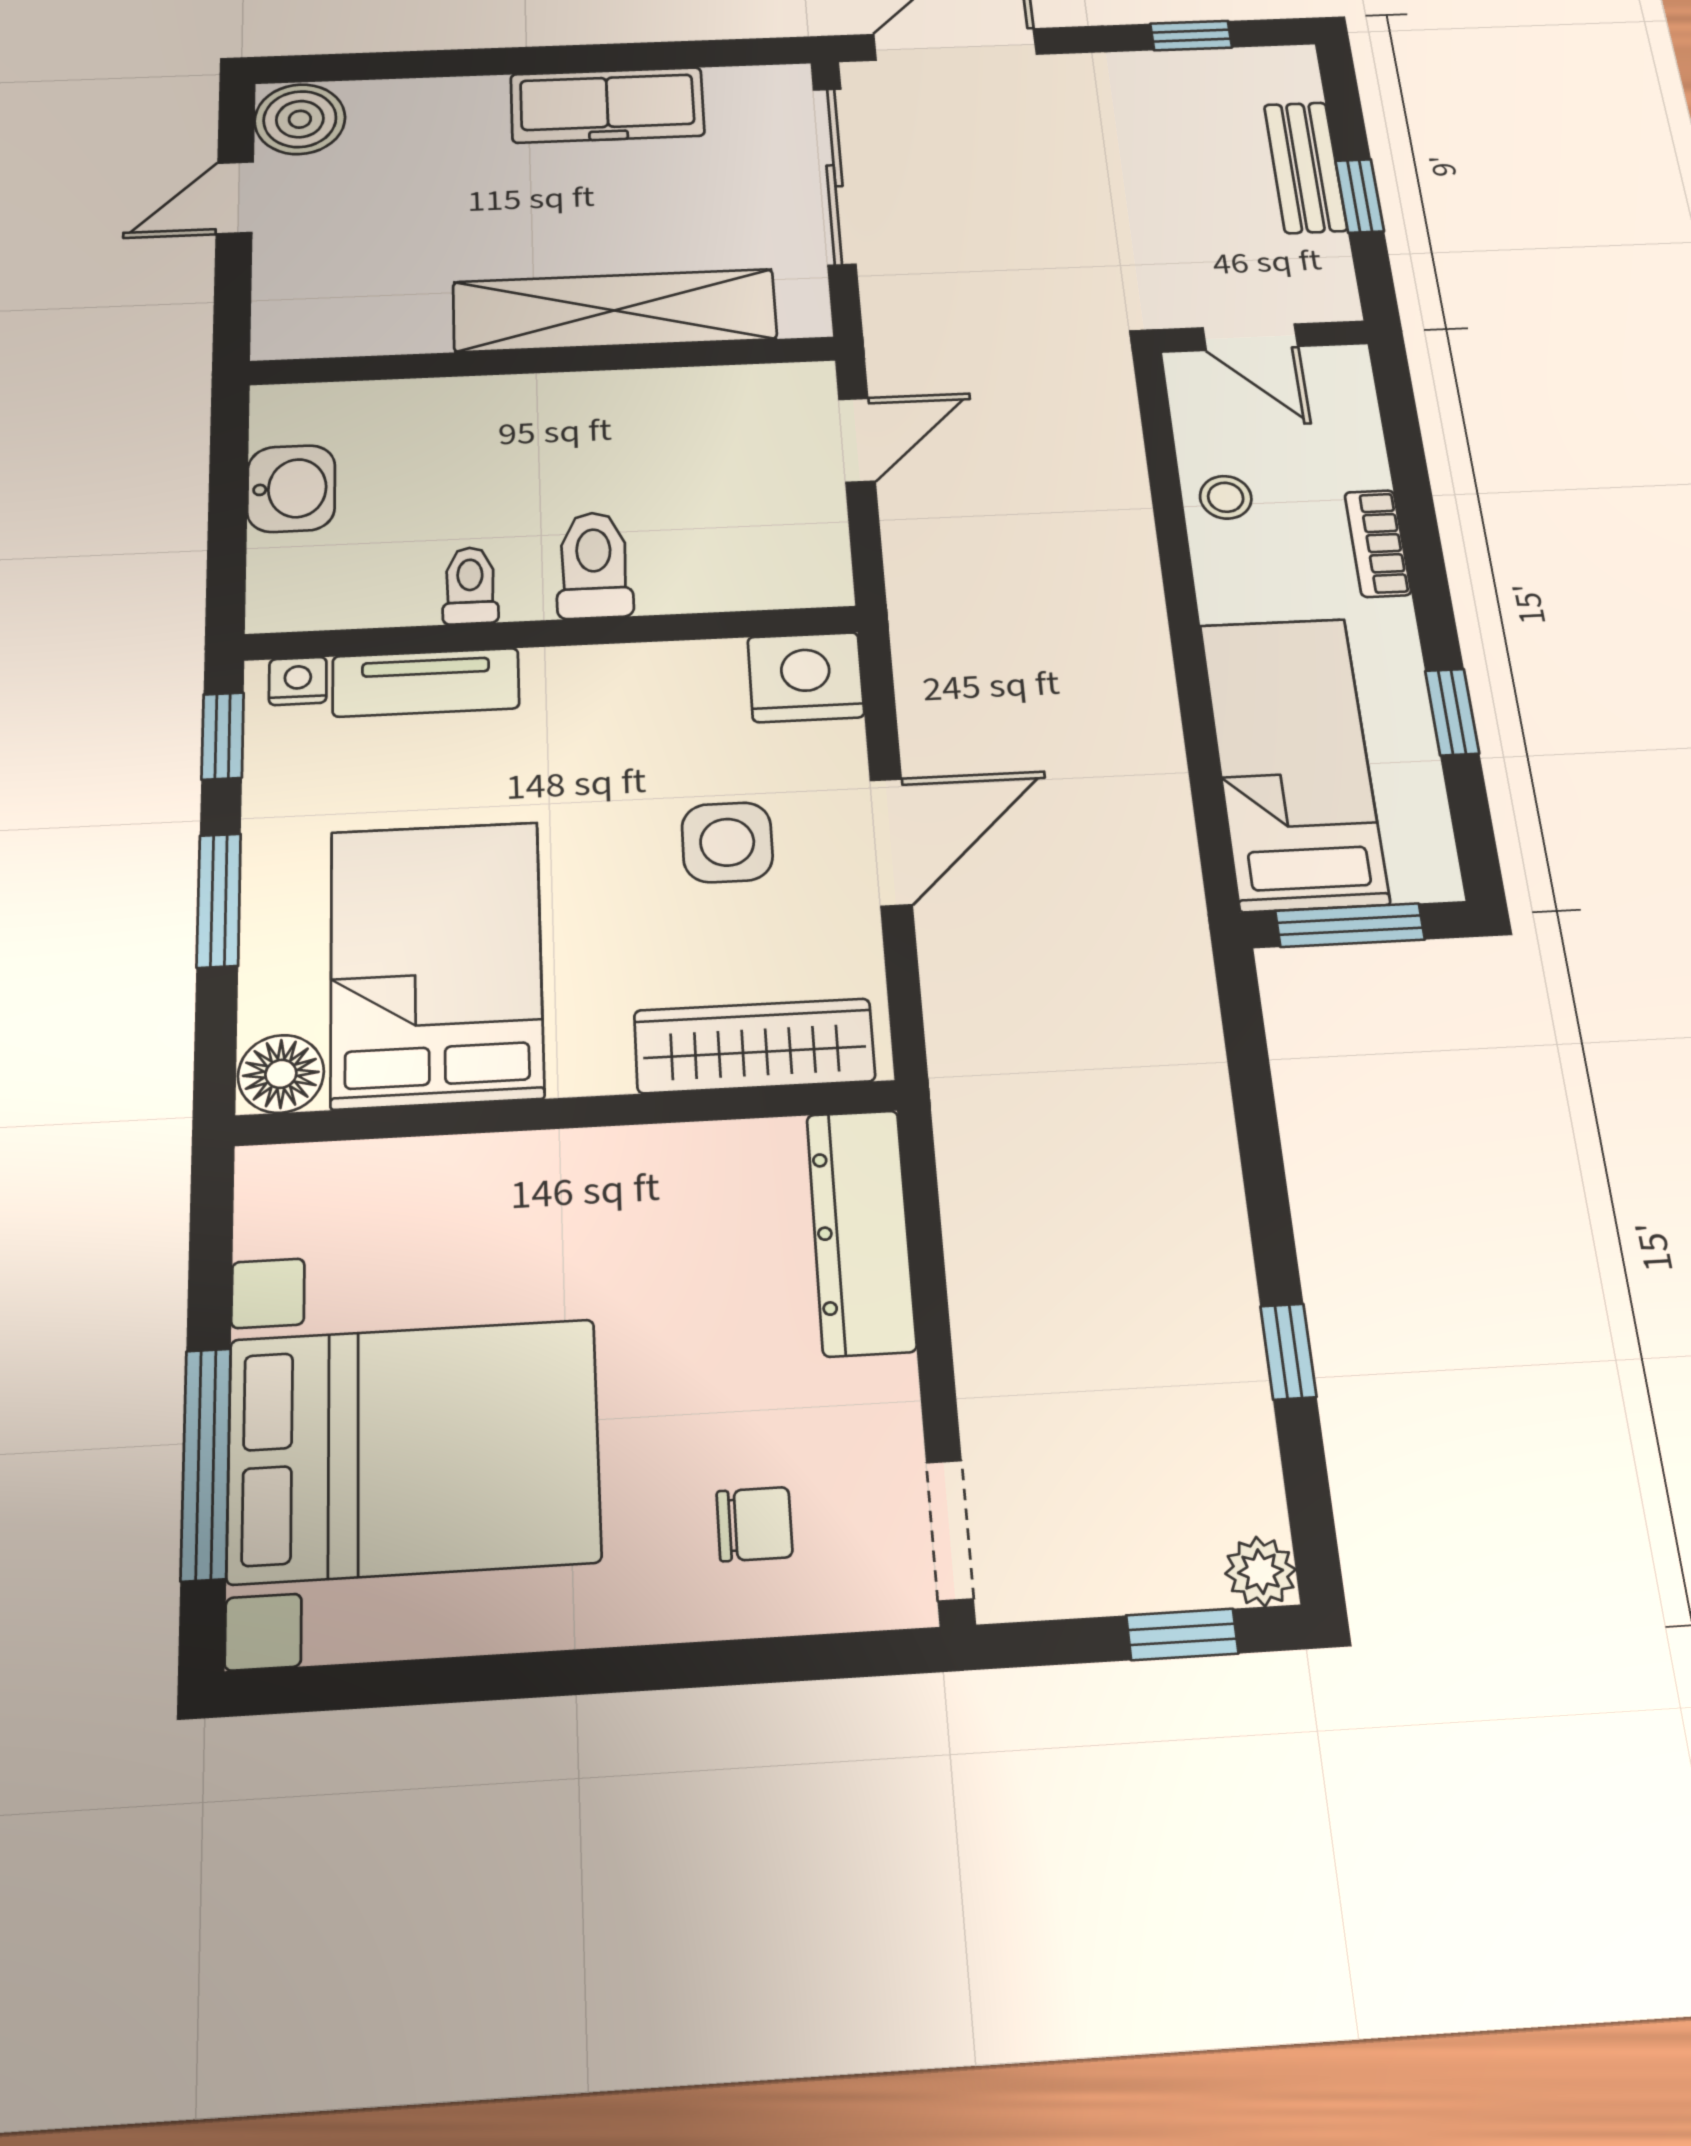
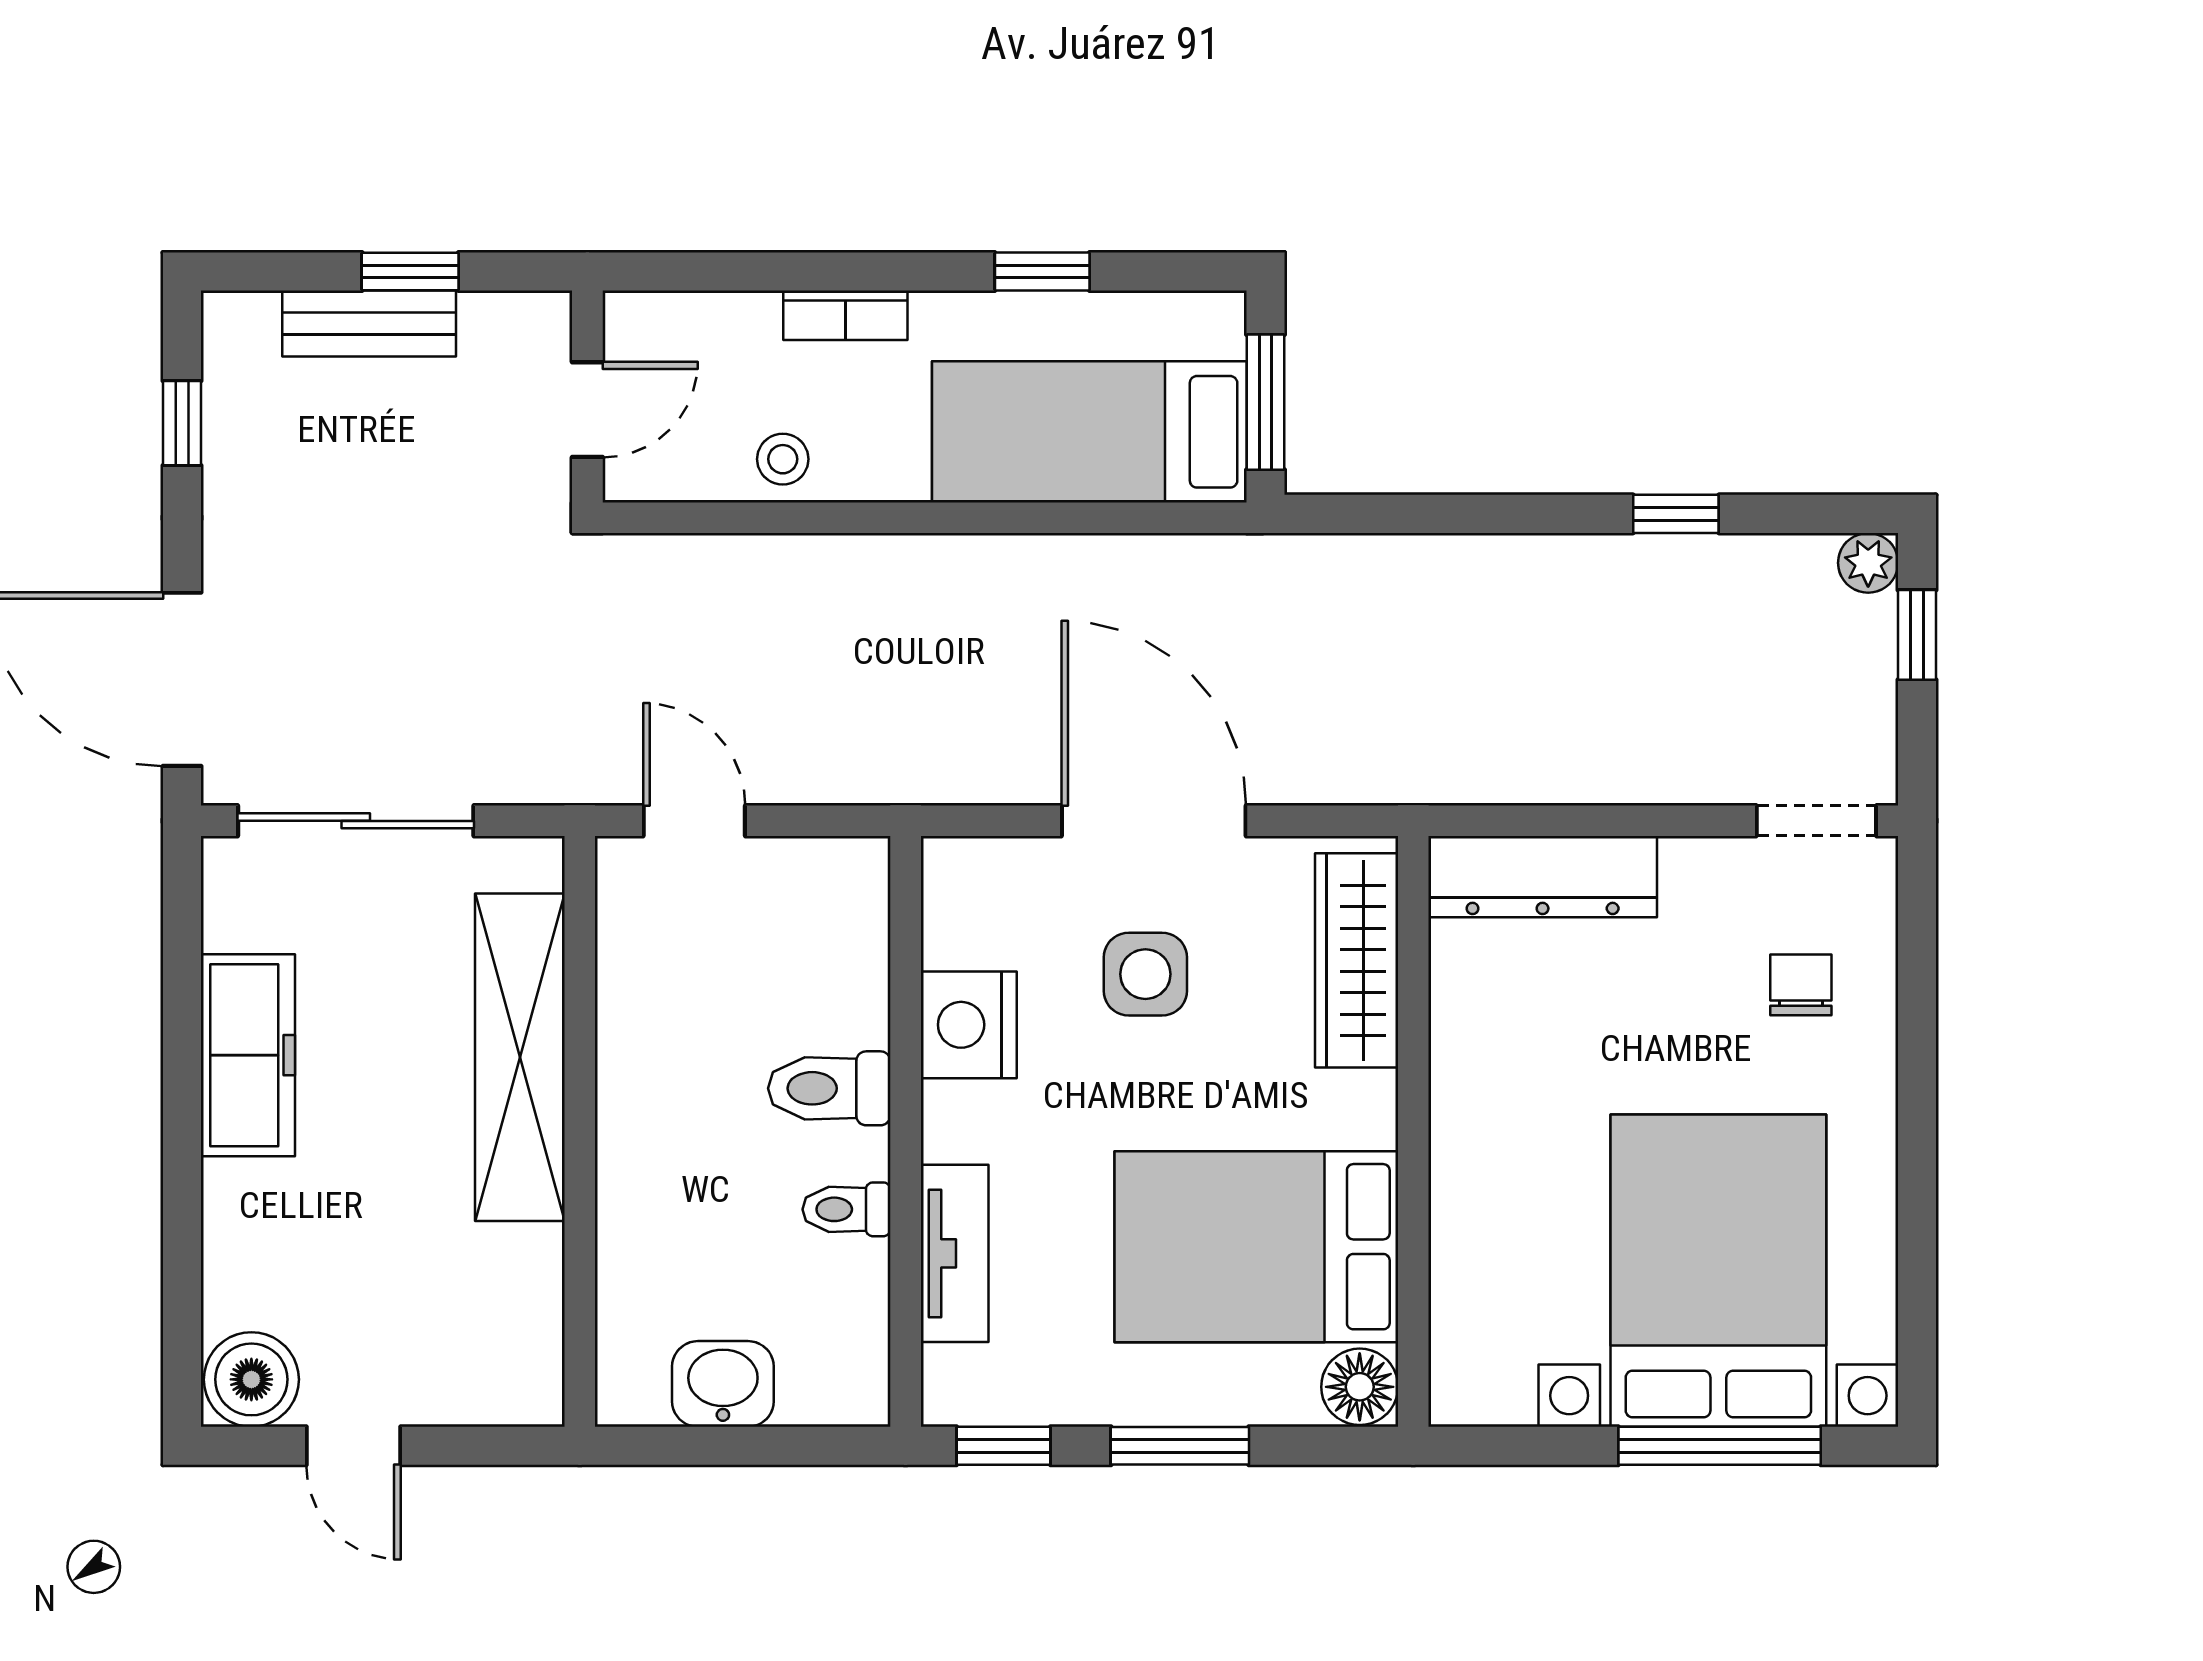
nightstand: (806, 677) -> (969, 1025), moved
nightstand: (298, 681) -> (946, 1375), removed
door: (891, 842) -> (1154, 821), width x1.36

